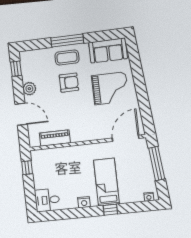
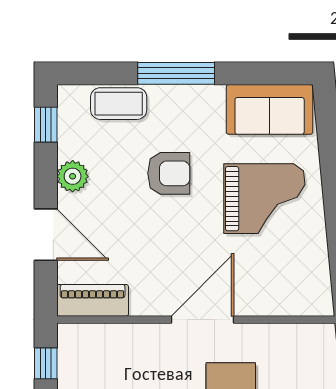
coffee table: (67, 58) -> (119, 104), moved
piano: (55, 138) -> (93, 300), moved
door: (126, 138) -> (203, 320), moved

